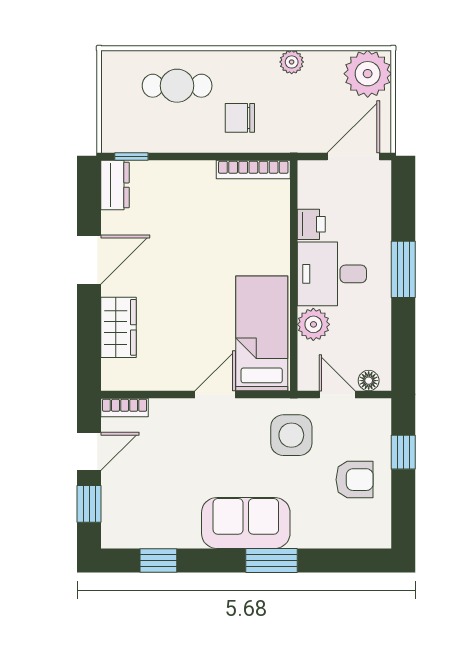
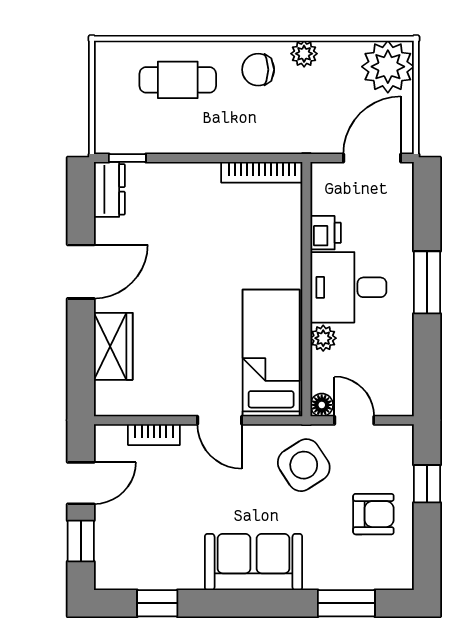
chair: (240, 118) -> (258, 70), moved
plant: (313, 324) -> (323, 338), width x0.73, depth x0.73
floor lamp: (369, 381) -> (322, 405), moved
door: (215, 394) -> (220, 420), swing flipped
bookcase: (125, 407) -> (154, 435), moved
side table: (291, 435) -> (304, 465), turned -33
window: (272, 560) -> (346, 603), moved

